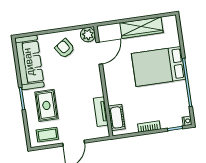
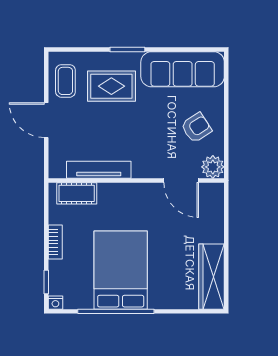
wardrobe: (141, 28) -> (212, 277), moved
bed: (158, 66) -> (121, 270), moved
tv unit: (101, 112) -> (99, 170), width x1.41

